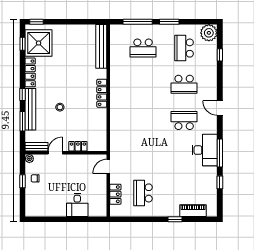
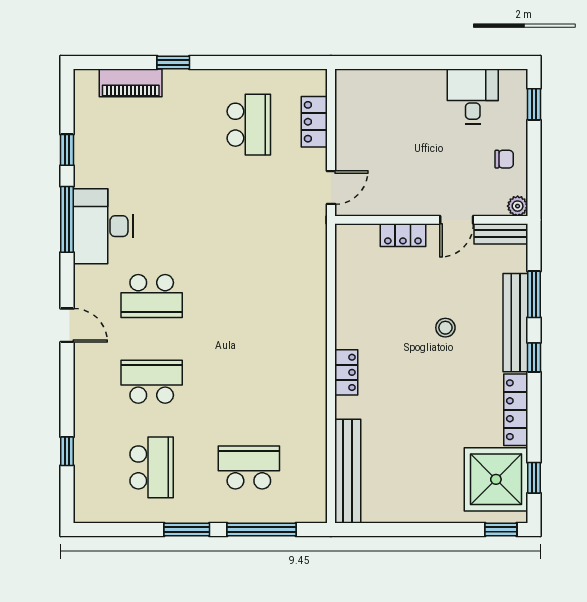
plant: (209, 33) -> (93, 503), removed
locker: (102, 93) -> (346, 372), width x0.66
window: (22, 181) -> (534, 104), moved
desk: (77, 205) -> (473, 96), moved

